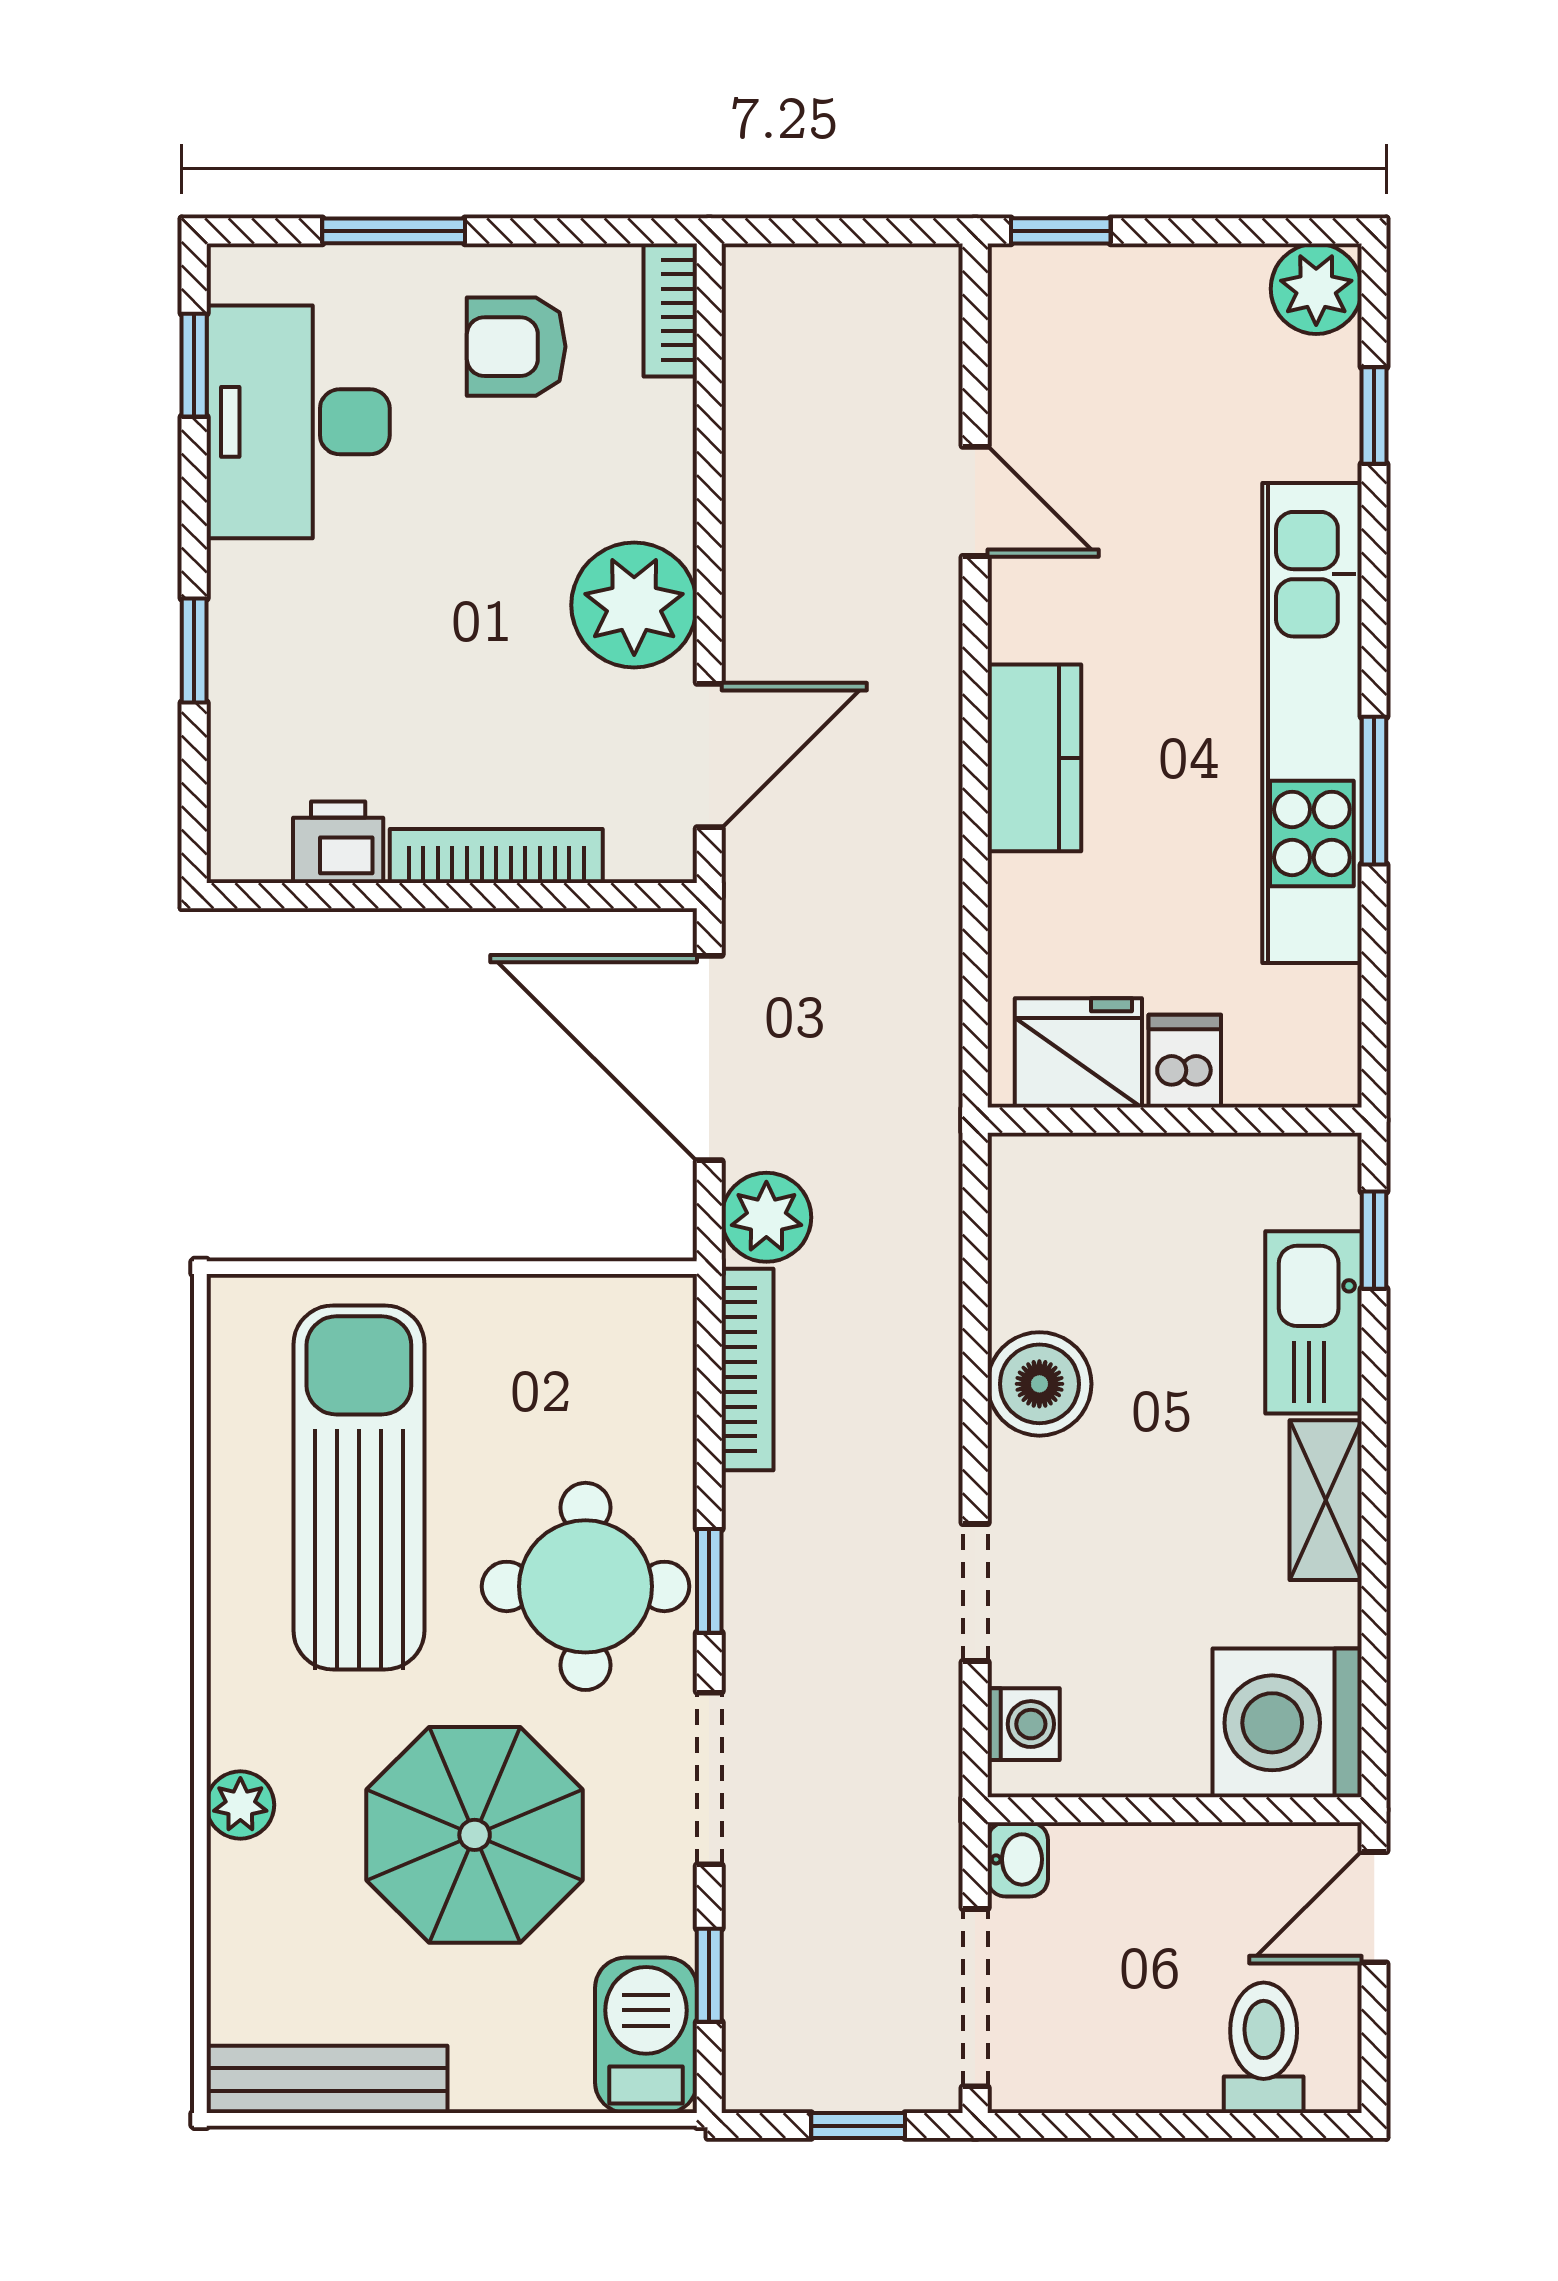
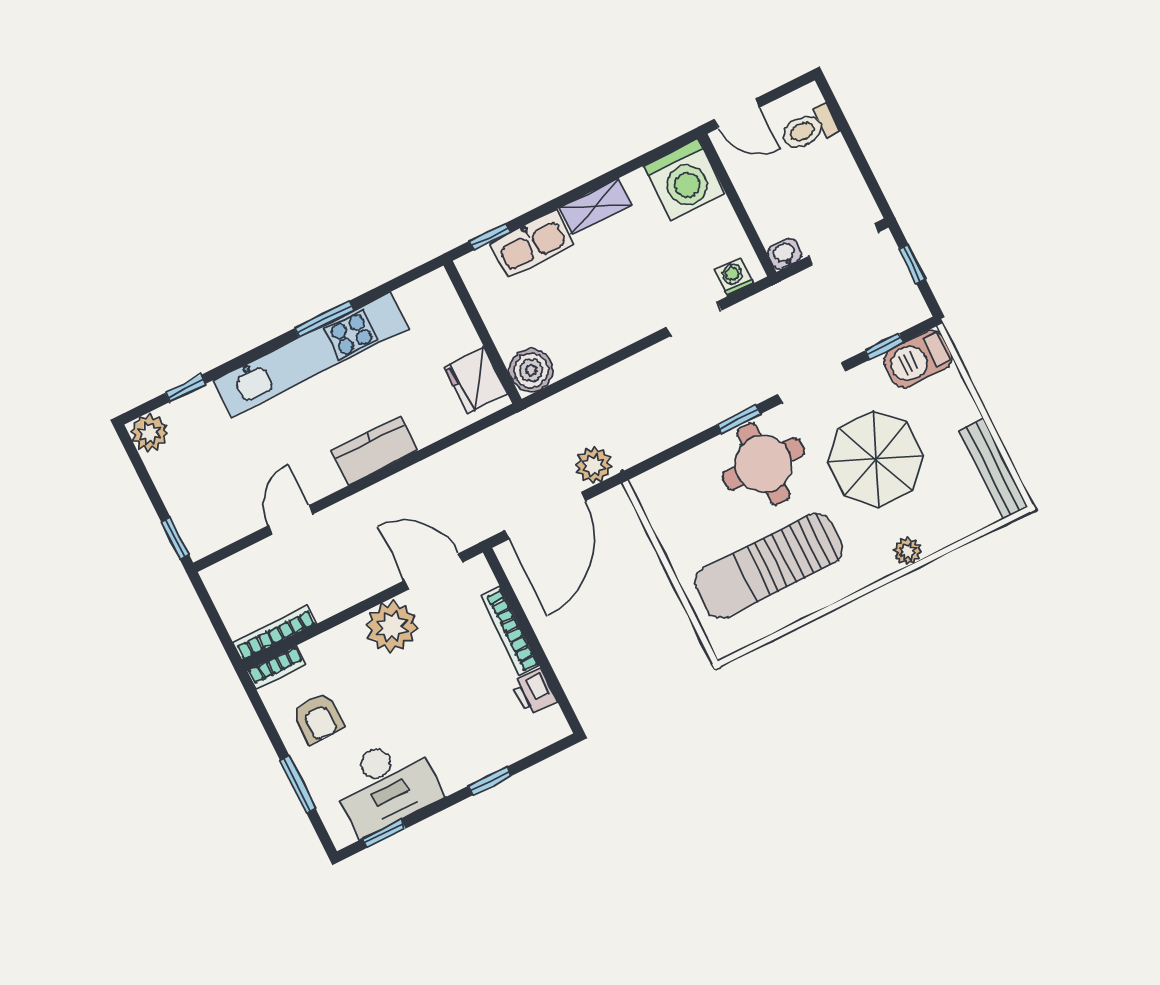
dishwasher: (1185, 1061) -> (459, 339), removed
bookcase: (748, 1369) -> (275, 633), moved
boiler: (1039, 1384) -> (531, 370), moved

